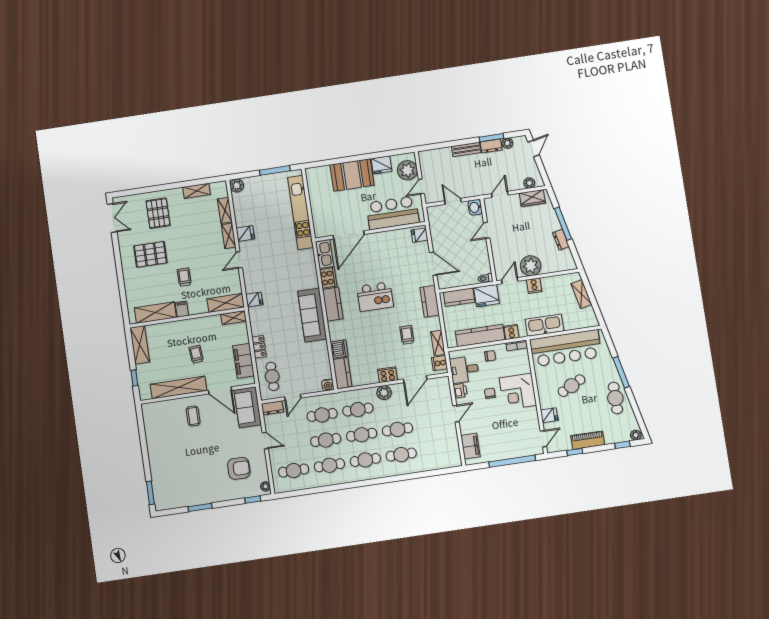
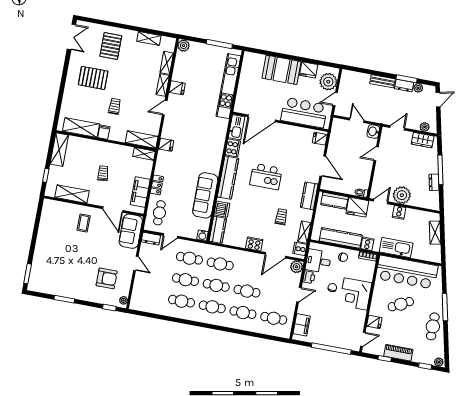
kitchen counter: (333, 304) -> (228, 178), width x1.50
sofa: (312, 315) -> (205, 195), moved
shelving: (178, 387) -> (72, 194), width x0.68
plant: (384, 393) -> (297, 267), moved
cafe table: (294, 471) -> (274, 318), moved

